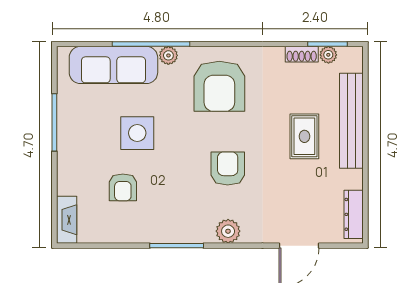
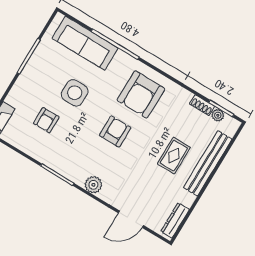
plant: (168, 55) -> (122, 57), removed
armchair: (228, 168) -> (115, 131), moved

